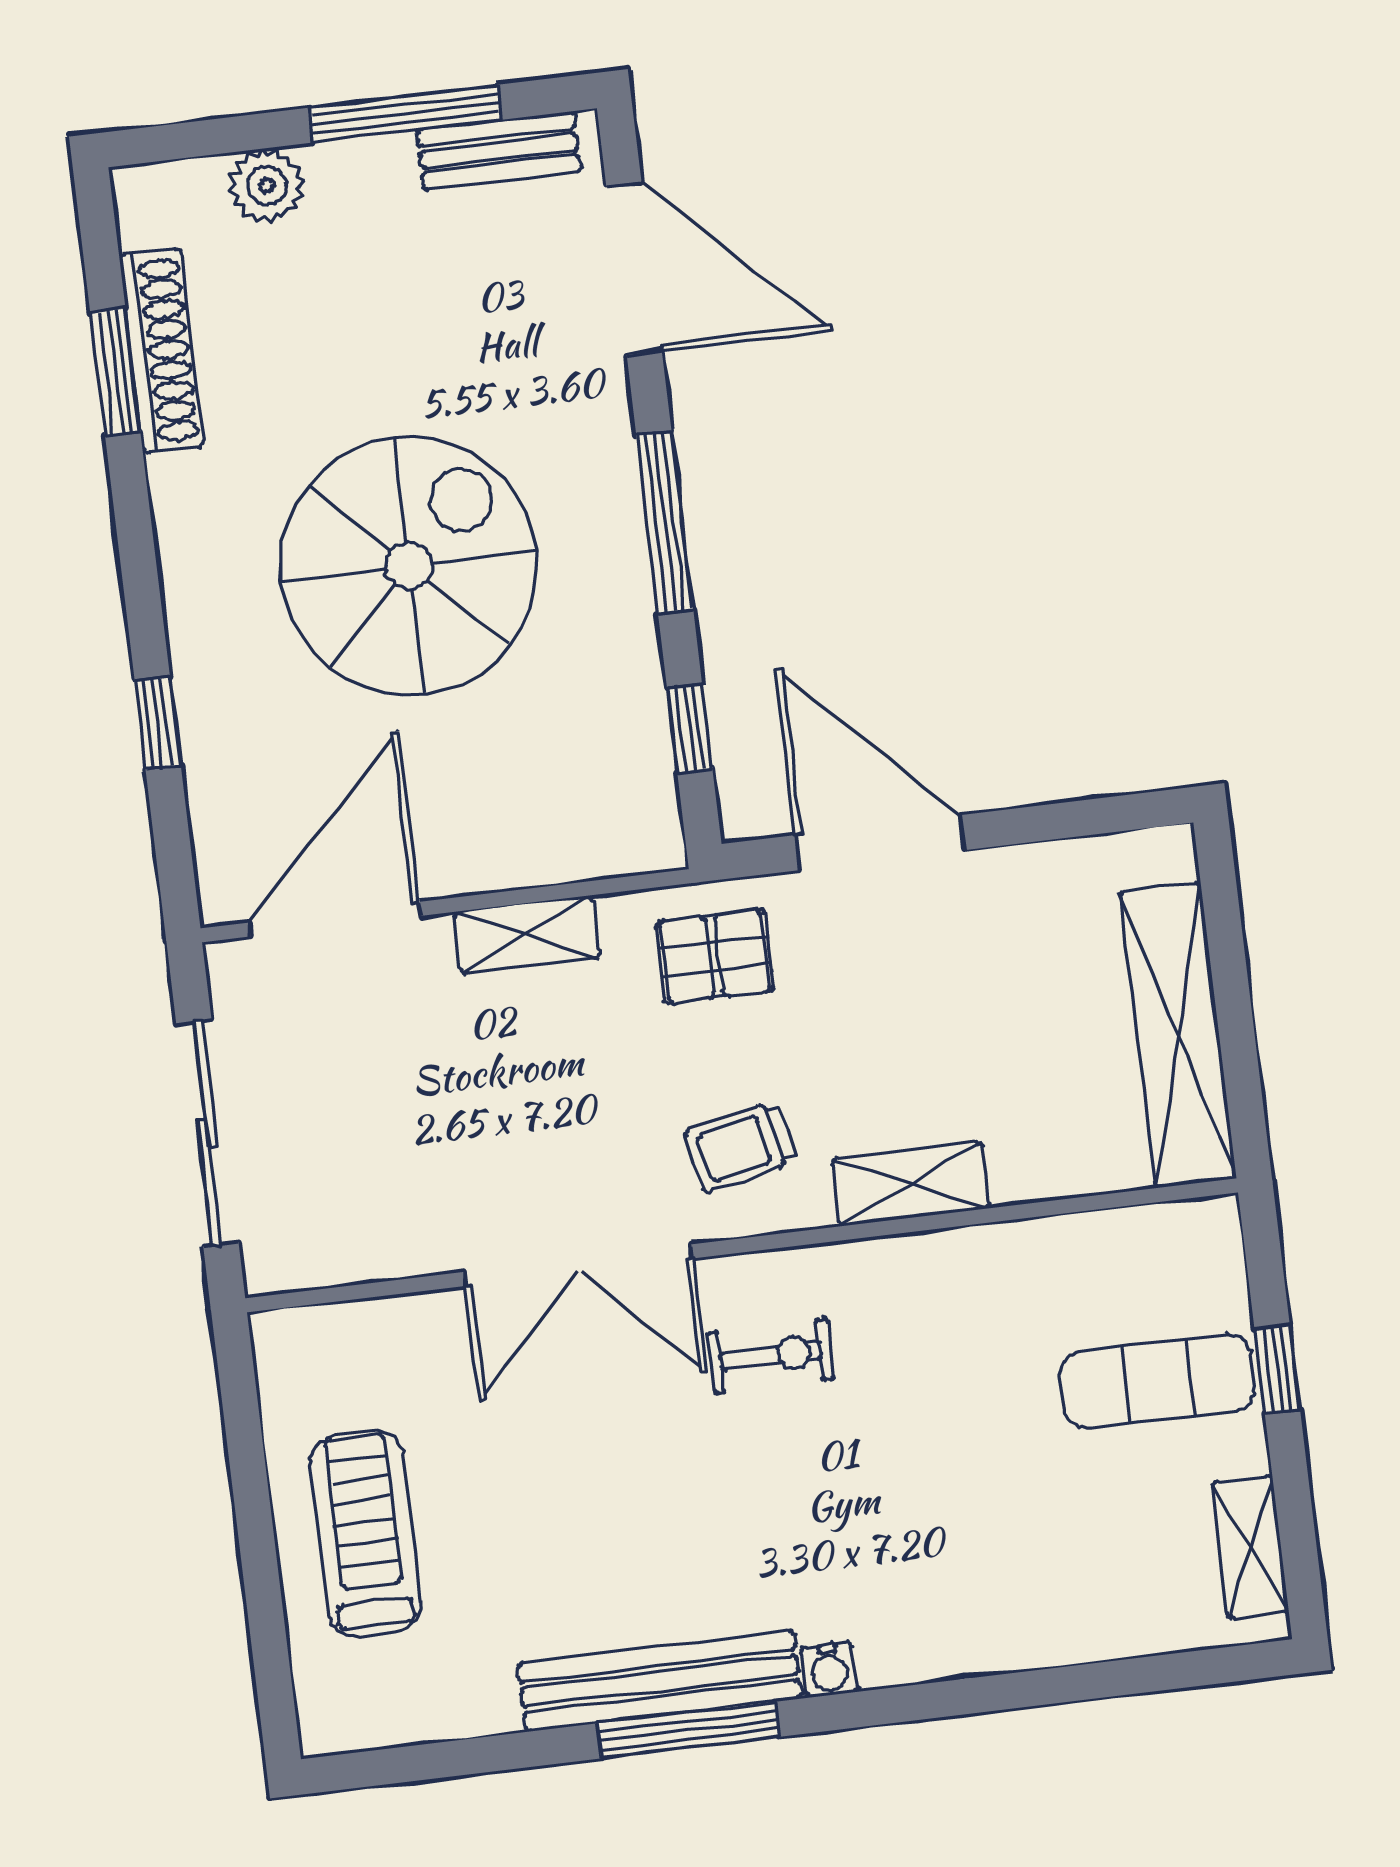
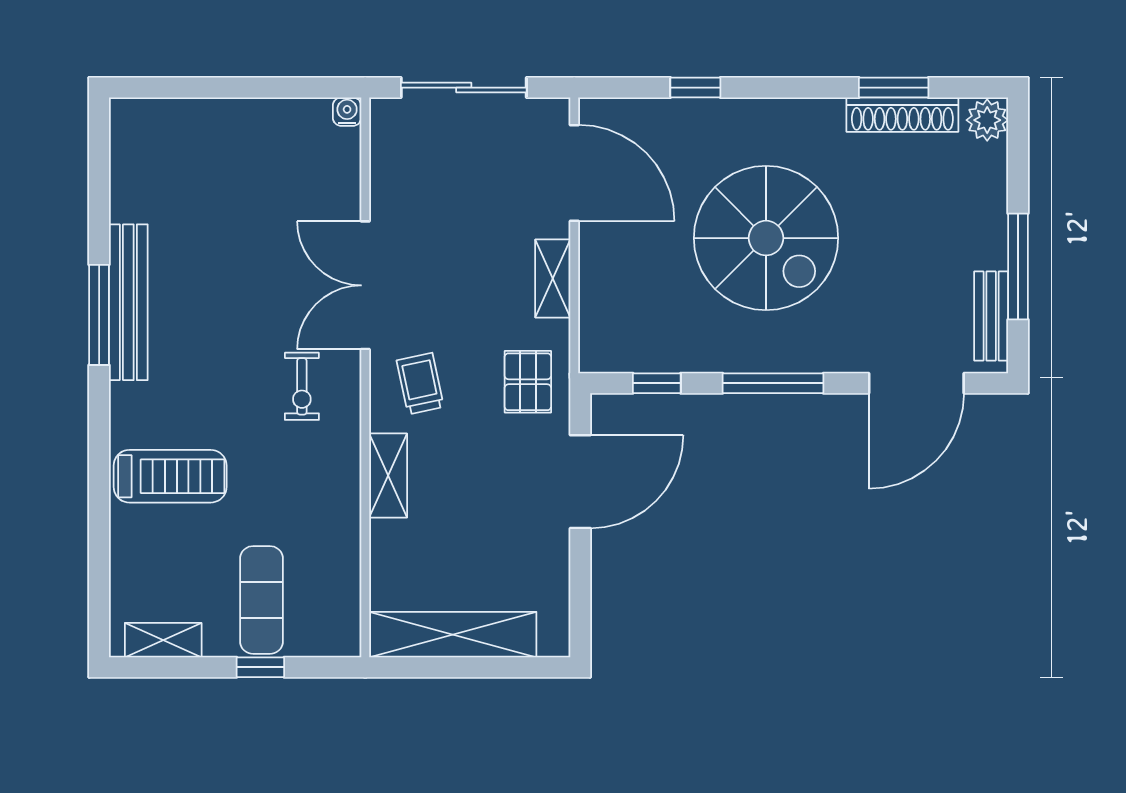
plant: (267, 186) -> (987, 120), moved
treadmill: (366, 1533) -> (170, 476), moved
water cooler: (829, 1670) -> (347, 112), moved, turned 90

